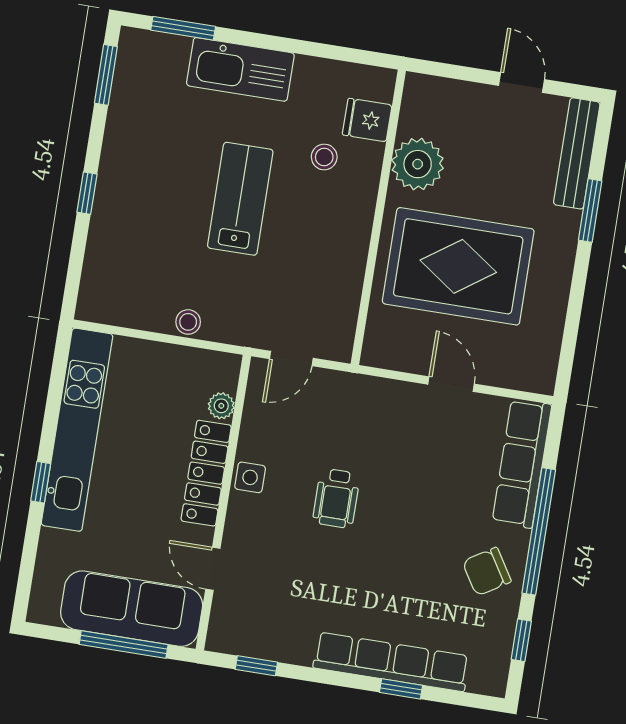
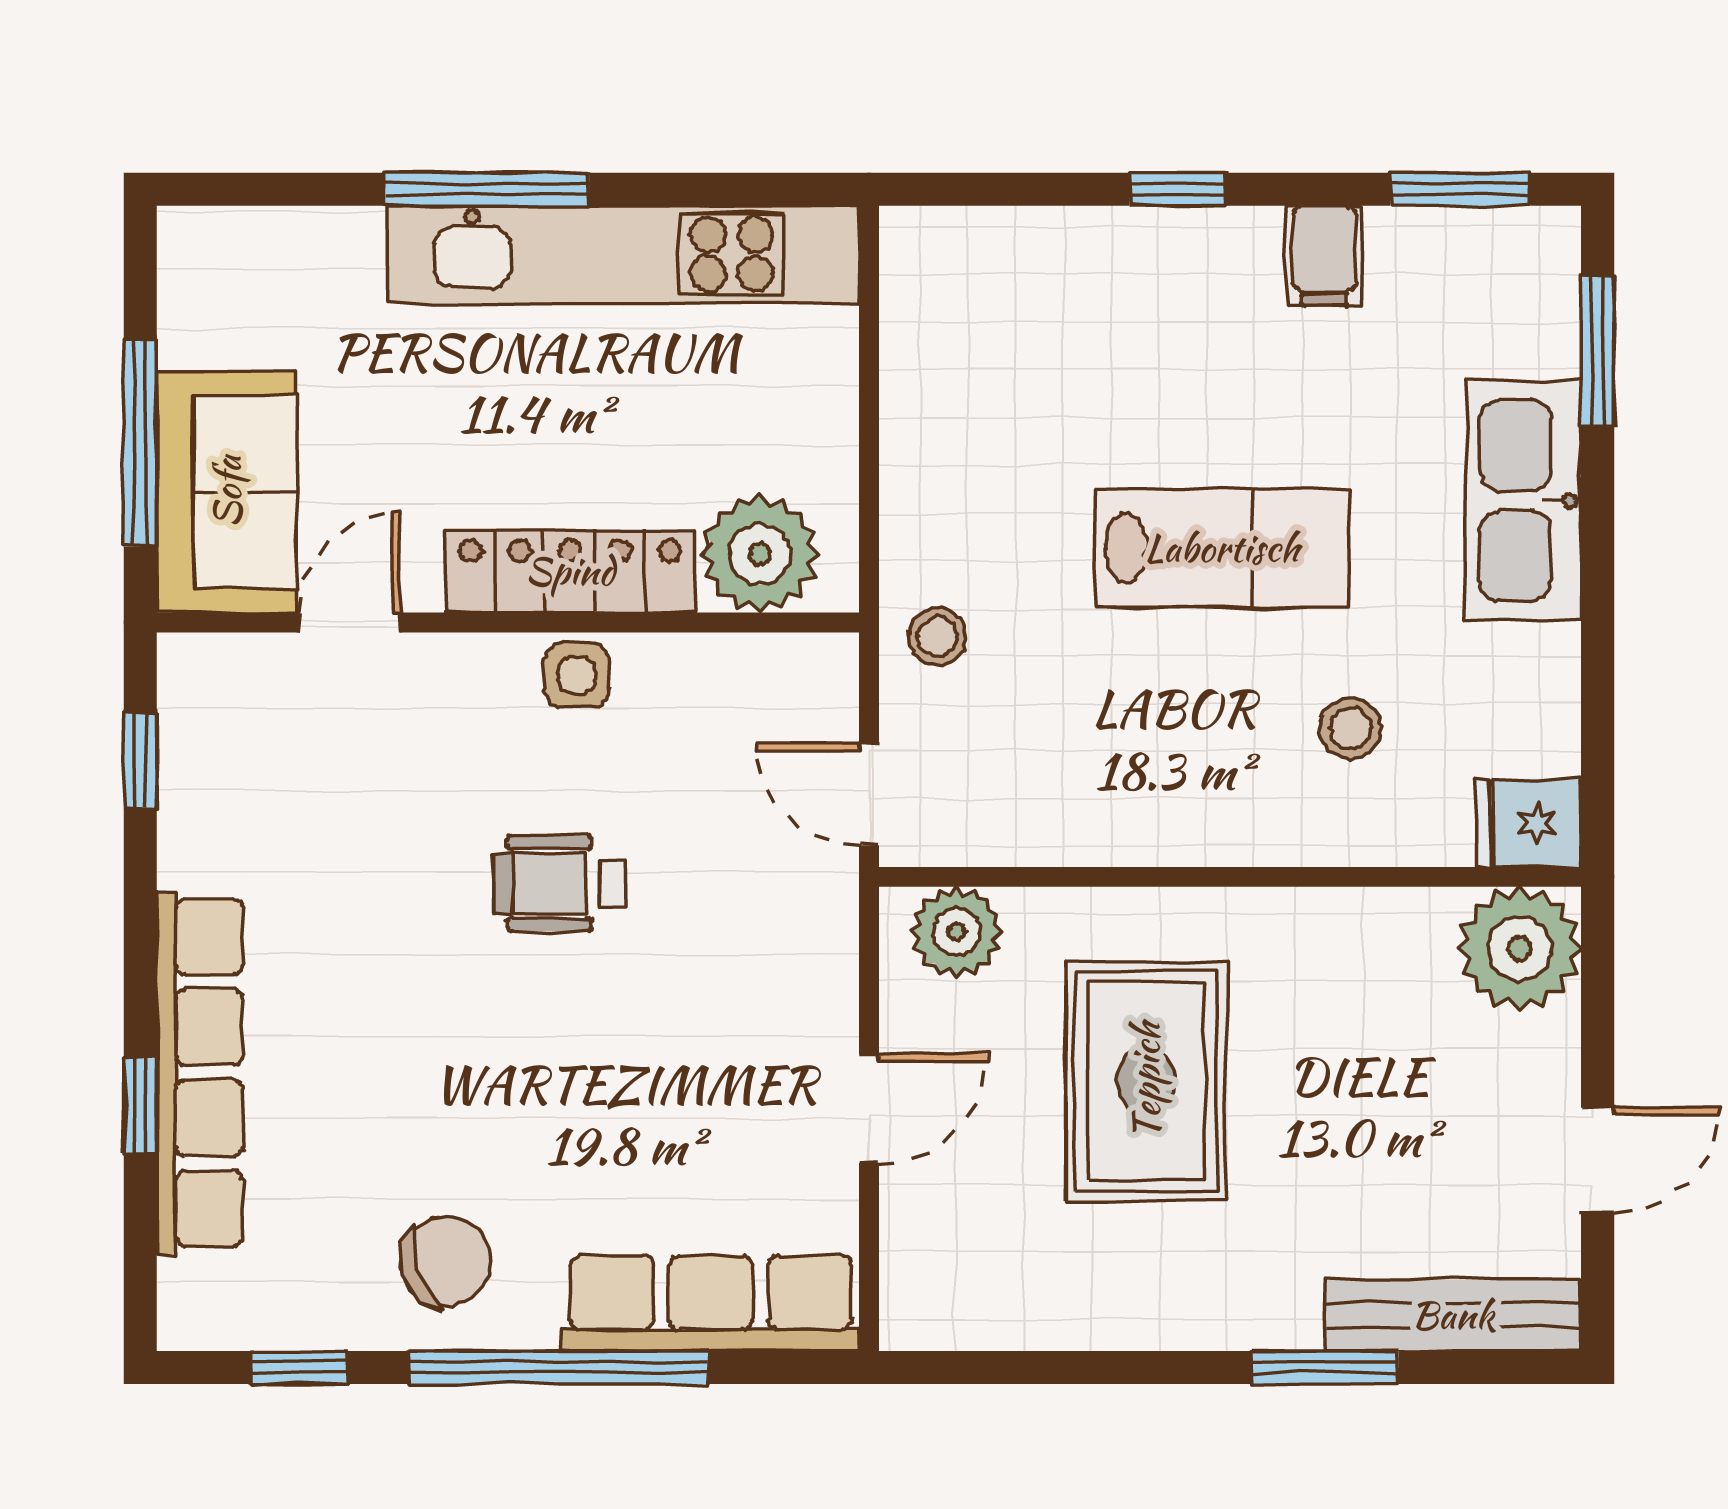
fridge: (367, 120) -> (1529, 823), moved, turned -90
filing cabinet: (124, 136) -> (1324, 255), added
plant: (418, 164) -> (1519, 949), moved
rug: (458, 266) -> (1146, 1081), width x0.73, depth x0.69
stool: (188, 322) -> (938, 636), moved
plant: (383, 336) -> (957, 932), added
door: (291, 358) -> (869, 794), moved
plant: (221, 406) -> (760, 554), width x1.88, depth x1.88
window: (41, 482) -> (487, 189), width x2.17
chair: (487, 572) -> (446, 1262), turned 104
sofa: (132, 609) -> (227, 492), width x0.73

